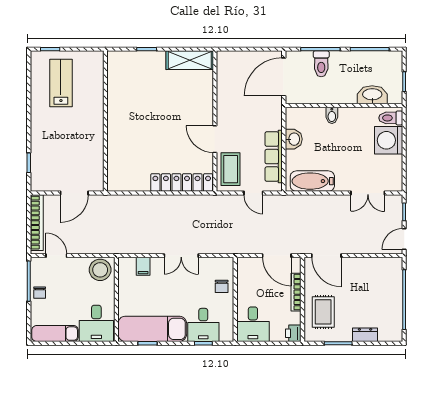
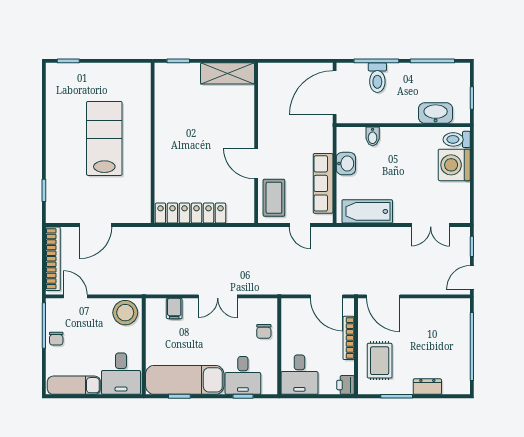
lab bench: (61, 83) -> (104, 138), moved, width x1.36, depth x1.39
bidet: (332, 115) -> (373, 136), moved
wall: (105, 121) -> (153, 143), moved
locker: (182, 183) -> (190, 213), moved

